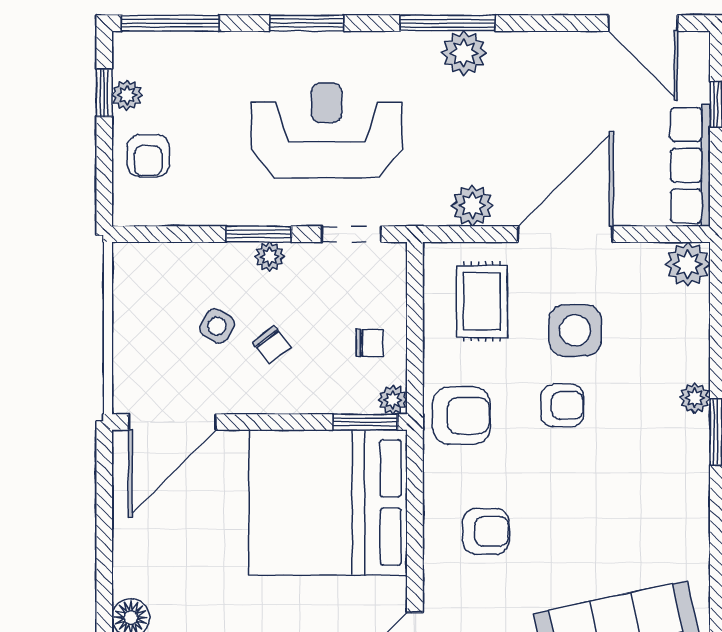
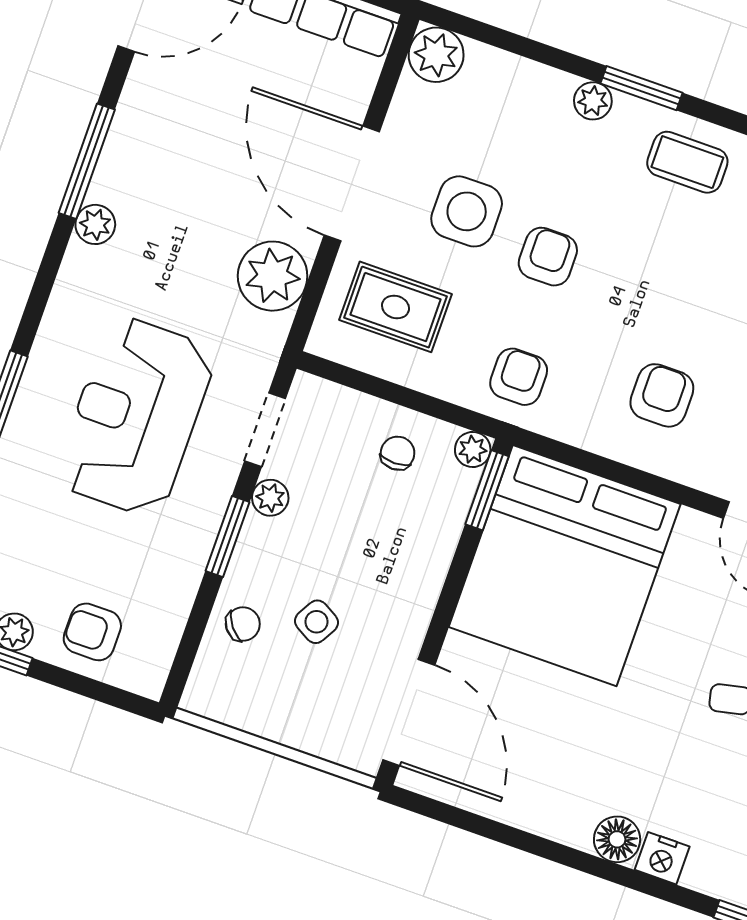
window: (447, 23) -> (87, 161), moved
plant: (464, 53) -> (95, 224), width x0.73, depth x0.73
armchair: (148, 156) -> (92, 632), turned 180
plant: (472, 206) -> (273, 276), width x1.36, depth x1.36
plant: (270, 257) -> (270, 498), moved
chair: (272, 345) -> (243, 624), moved
armchair: (461, 416) -> (519, 377), width x0.72, depth x0.72
coffee table: (673, 488) -> (687, 162), added

